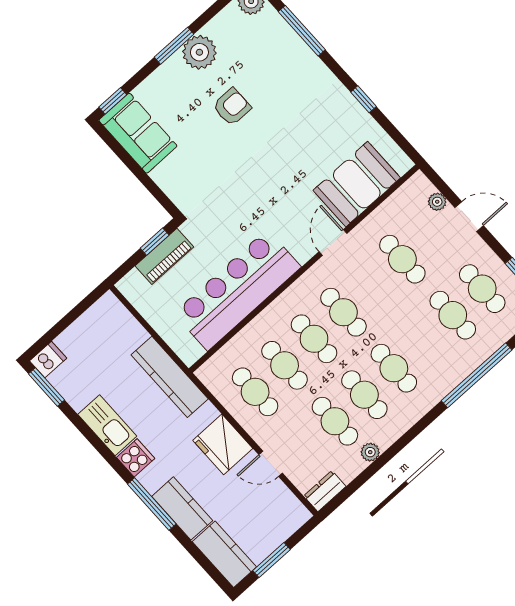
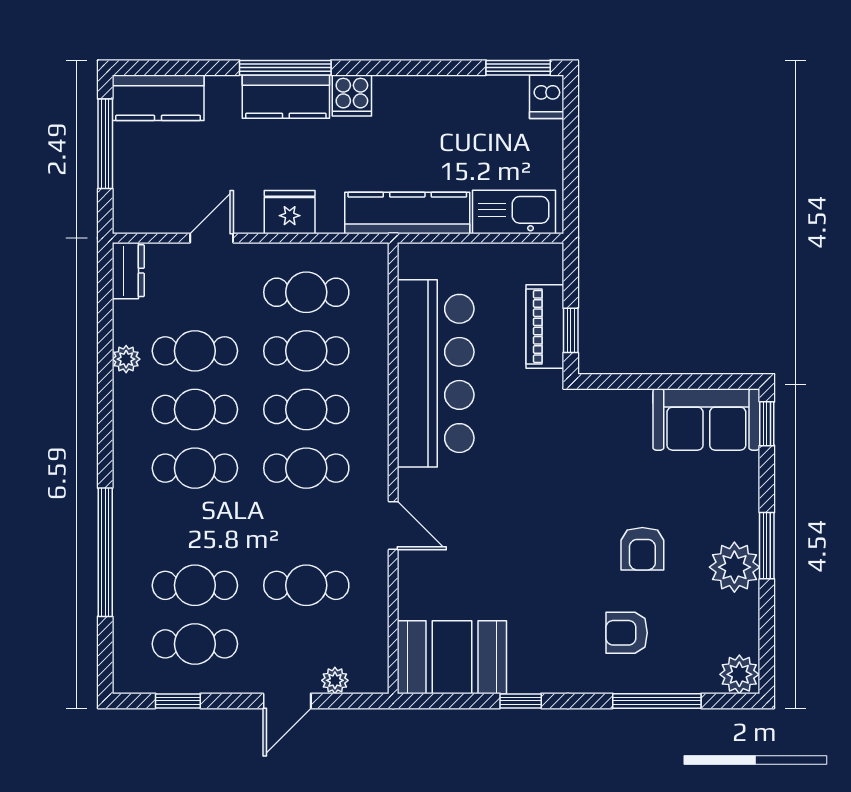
armchair: (281, 77) -> (627, 633), added
booth: (357, 184) -> (452, 657), moved, turned 90
kitchen sink: (107, 425) -> (514, 212), moved, turned 180
fridge: (223, 444) -> (290, 212), width x0.73, depth x0.75
kitchen counter: (182, 508) -> (286, 97), moved
window: (271, 560) -> (105, 144), width x1.44

